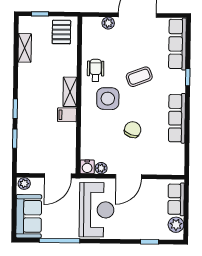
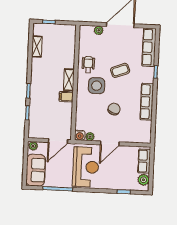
pallet: (61, 32) -> (64, 36), removed

